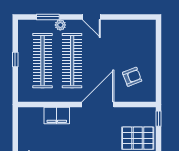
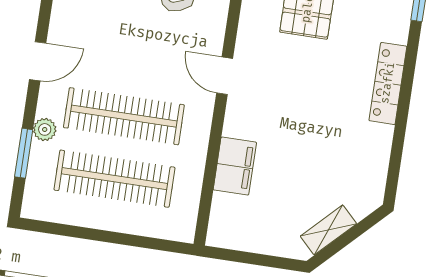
window: (15, 59) -> (103, 236), removed
door: (98, 104) -> (225, 76), width x0.53

